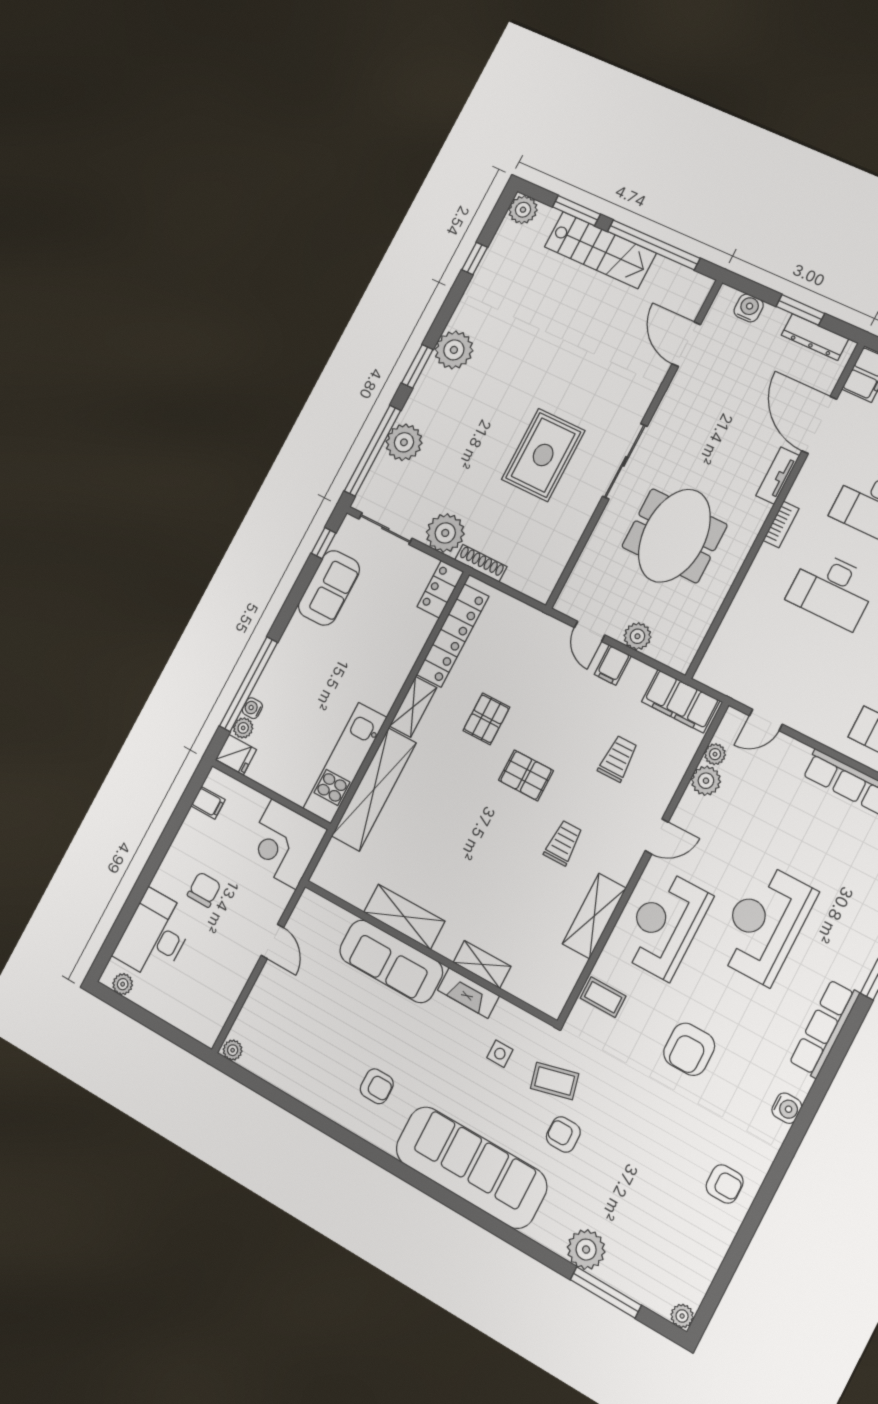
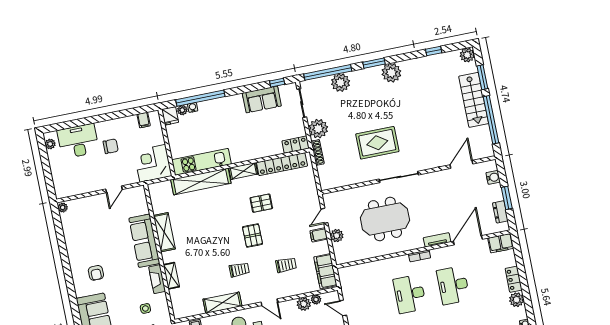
dresser: (815, 337) -> (500, 212), width x0.70

